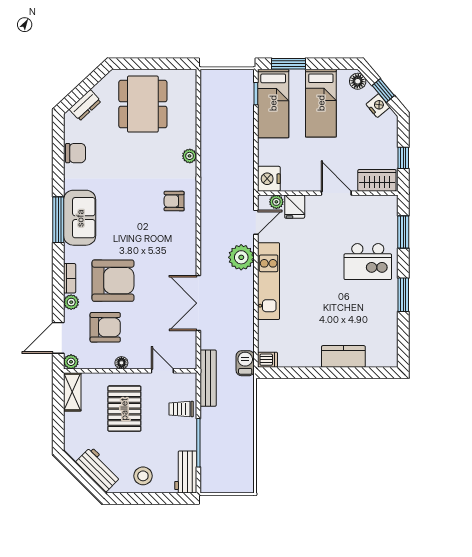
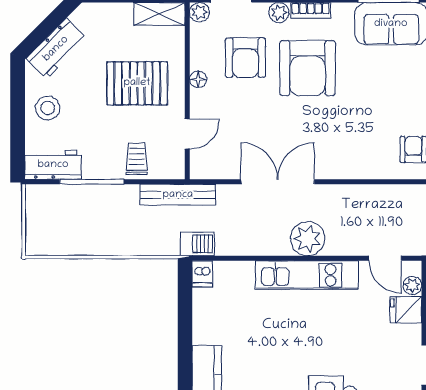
plant: (241, 257) -> (308, 239), moved

